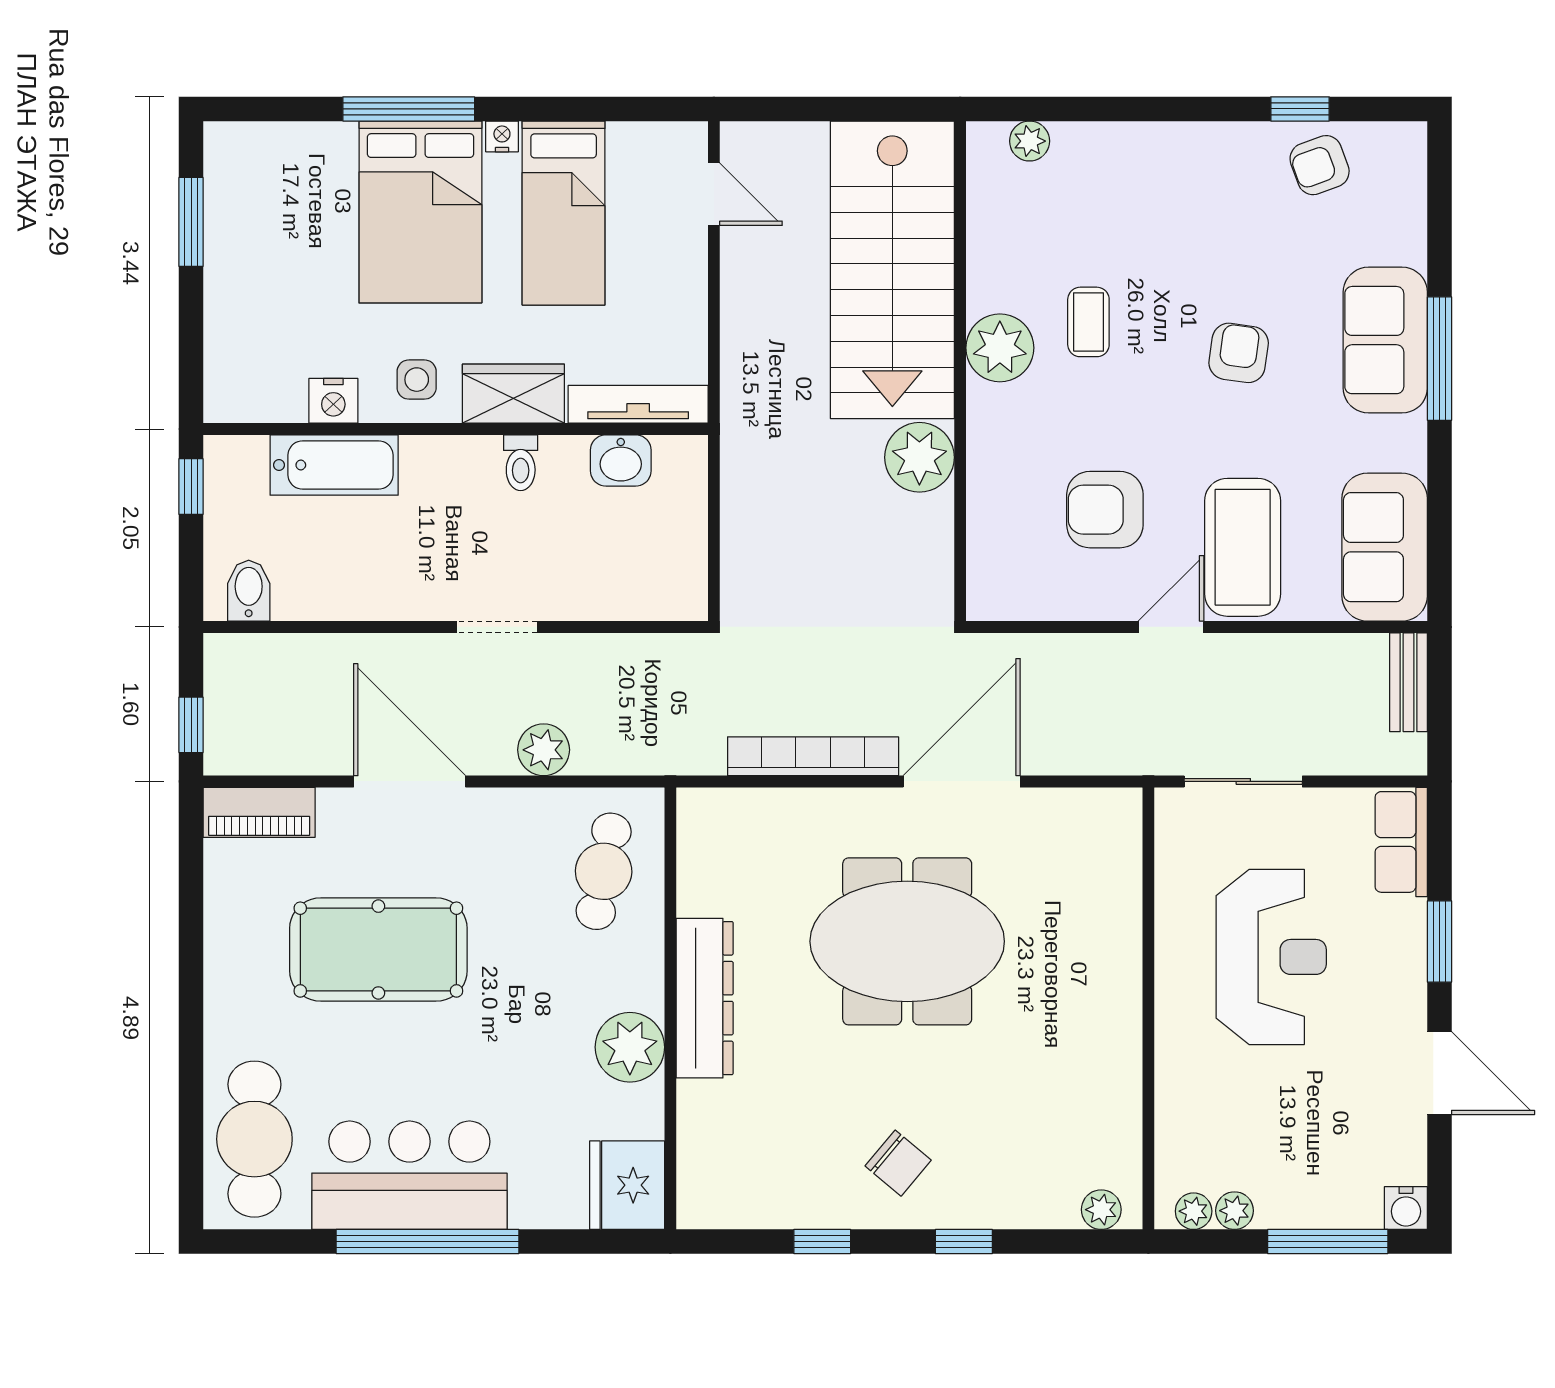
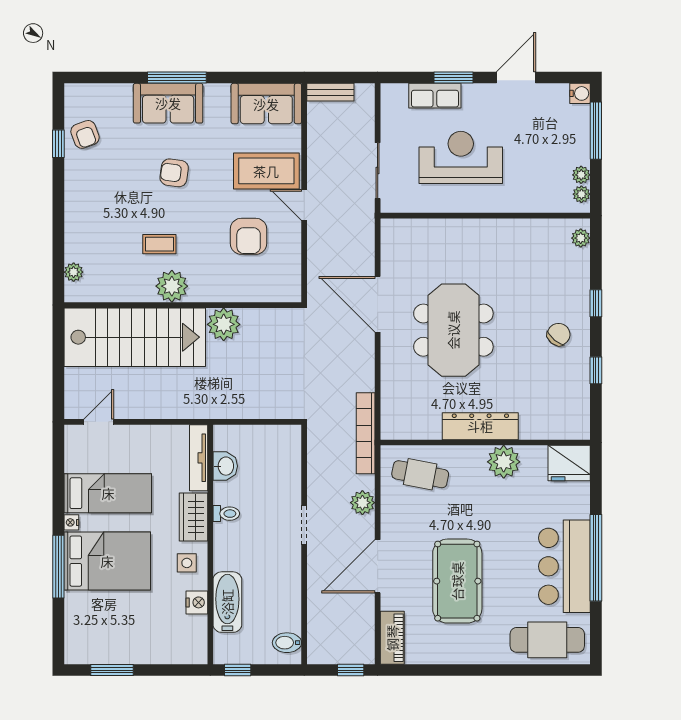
bookcase: (813, 756) -> (366, 433), moved
row of seats: (1401, 842) -> (435, 96), moved

